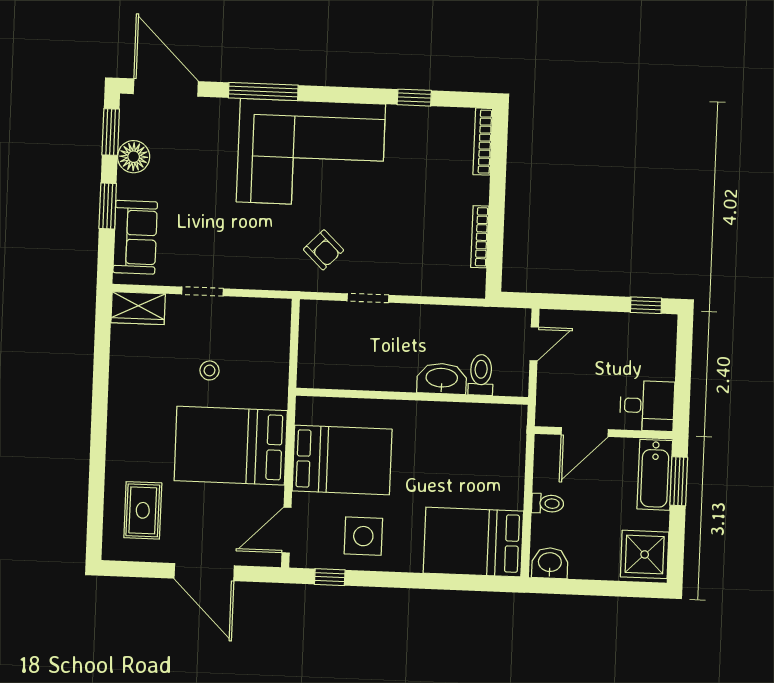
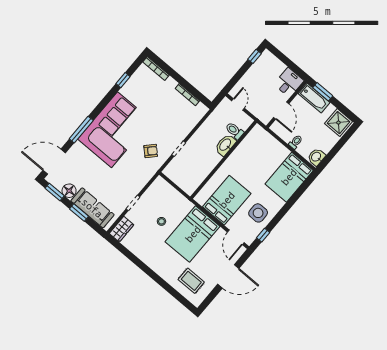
sofa: (135, 237) -> (92, 208), width x1.36

